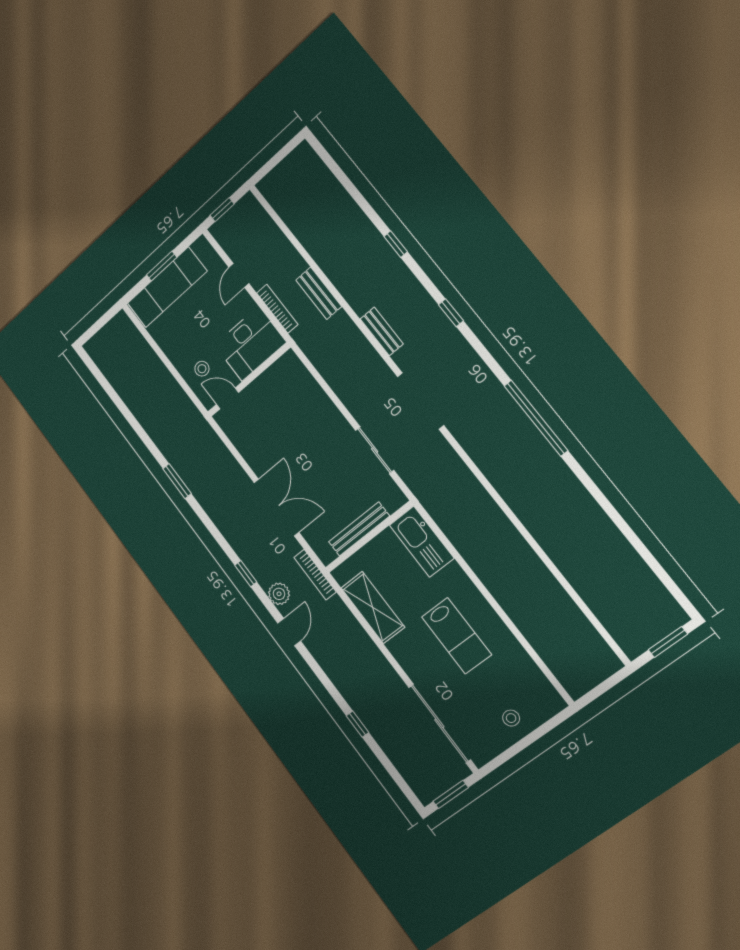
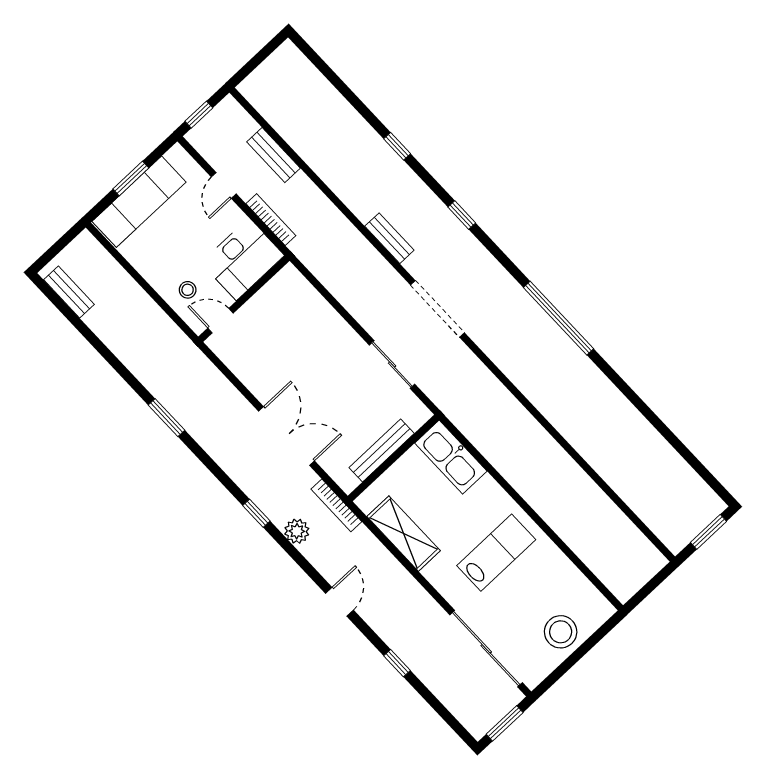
bench: (319, 293) -> (273, 155), moved
bench: (106, 364) -> (69, 292), added
door: (289, 632) -> (339, 602), moved
lab bench: (456, 636) -> (496, 553), turned -90
stool: (511, 718) -> (561, 632), width x1.89, depth x1.89

